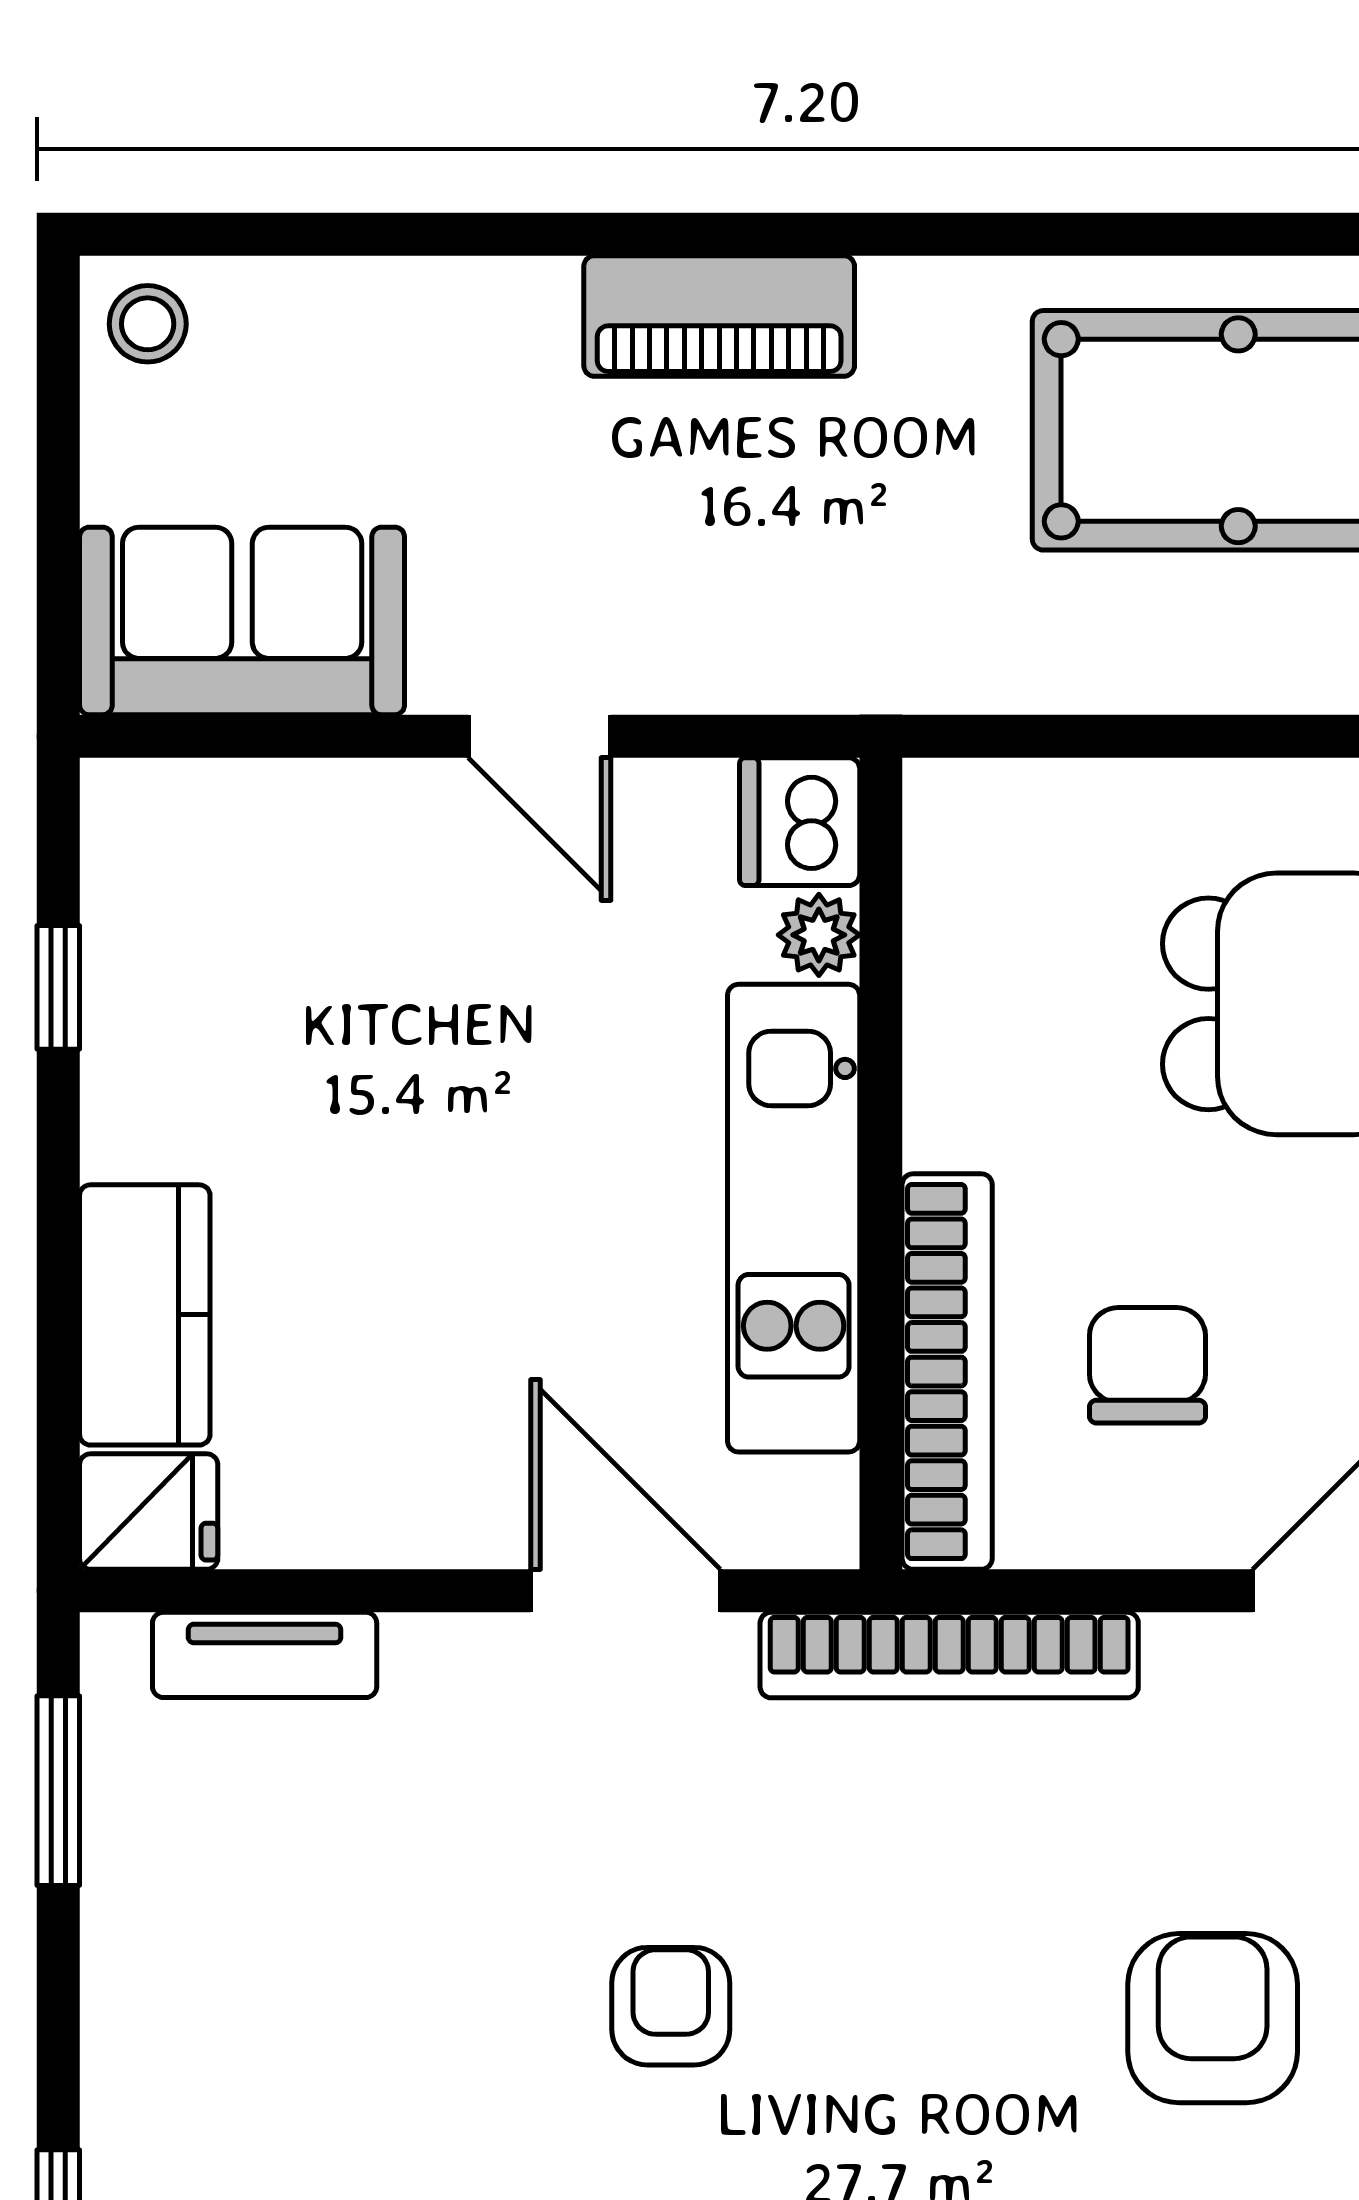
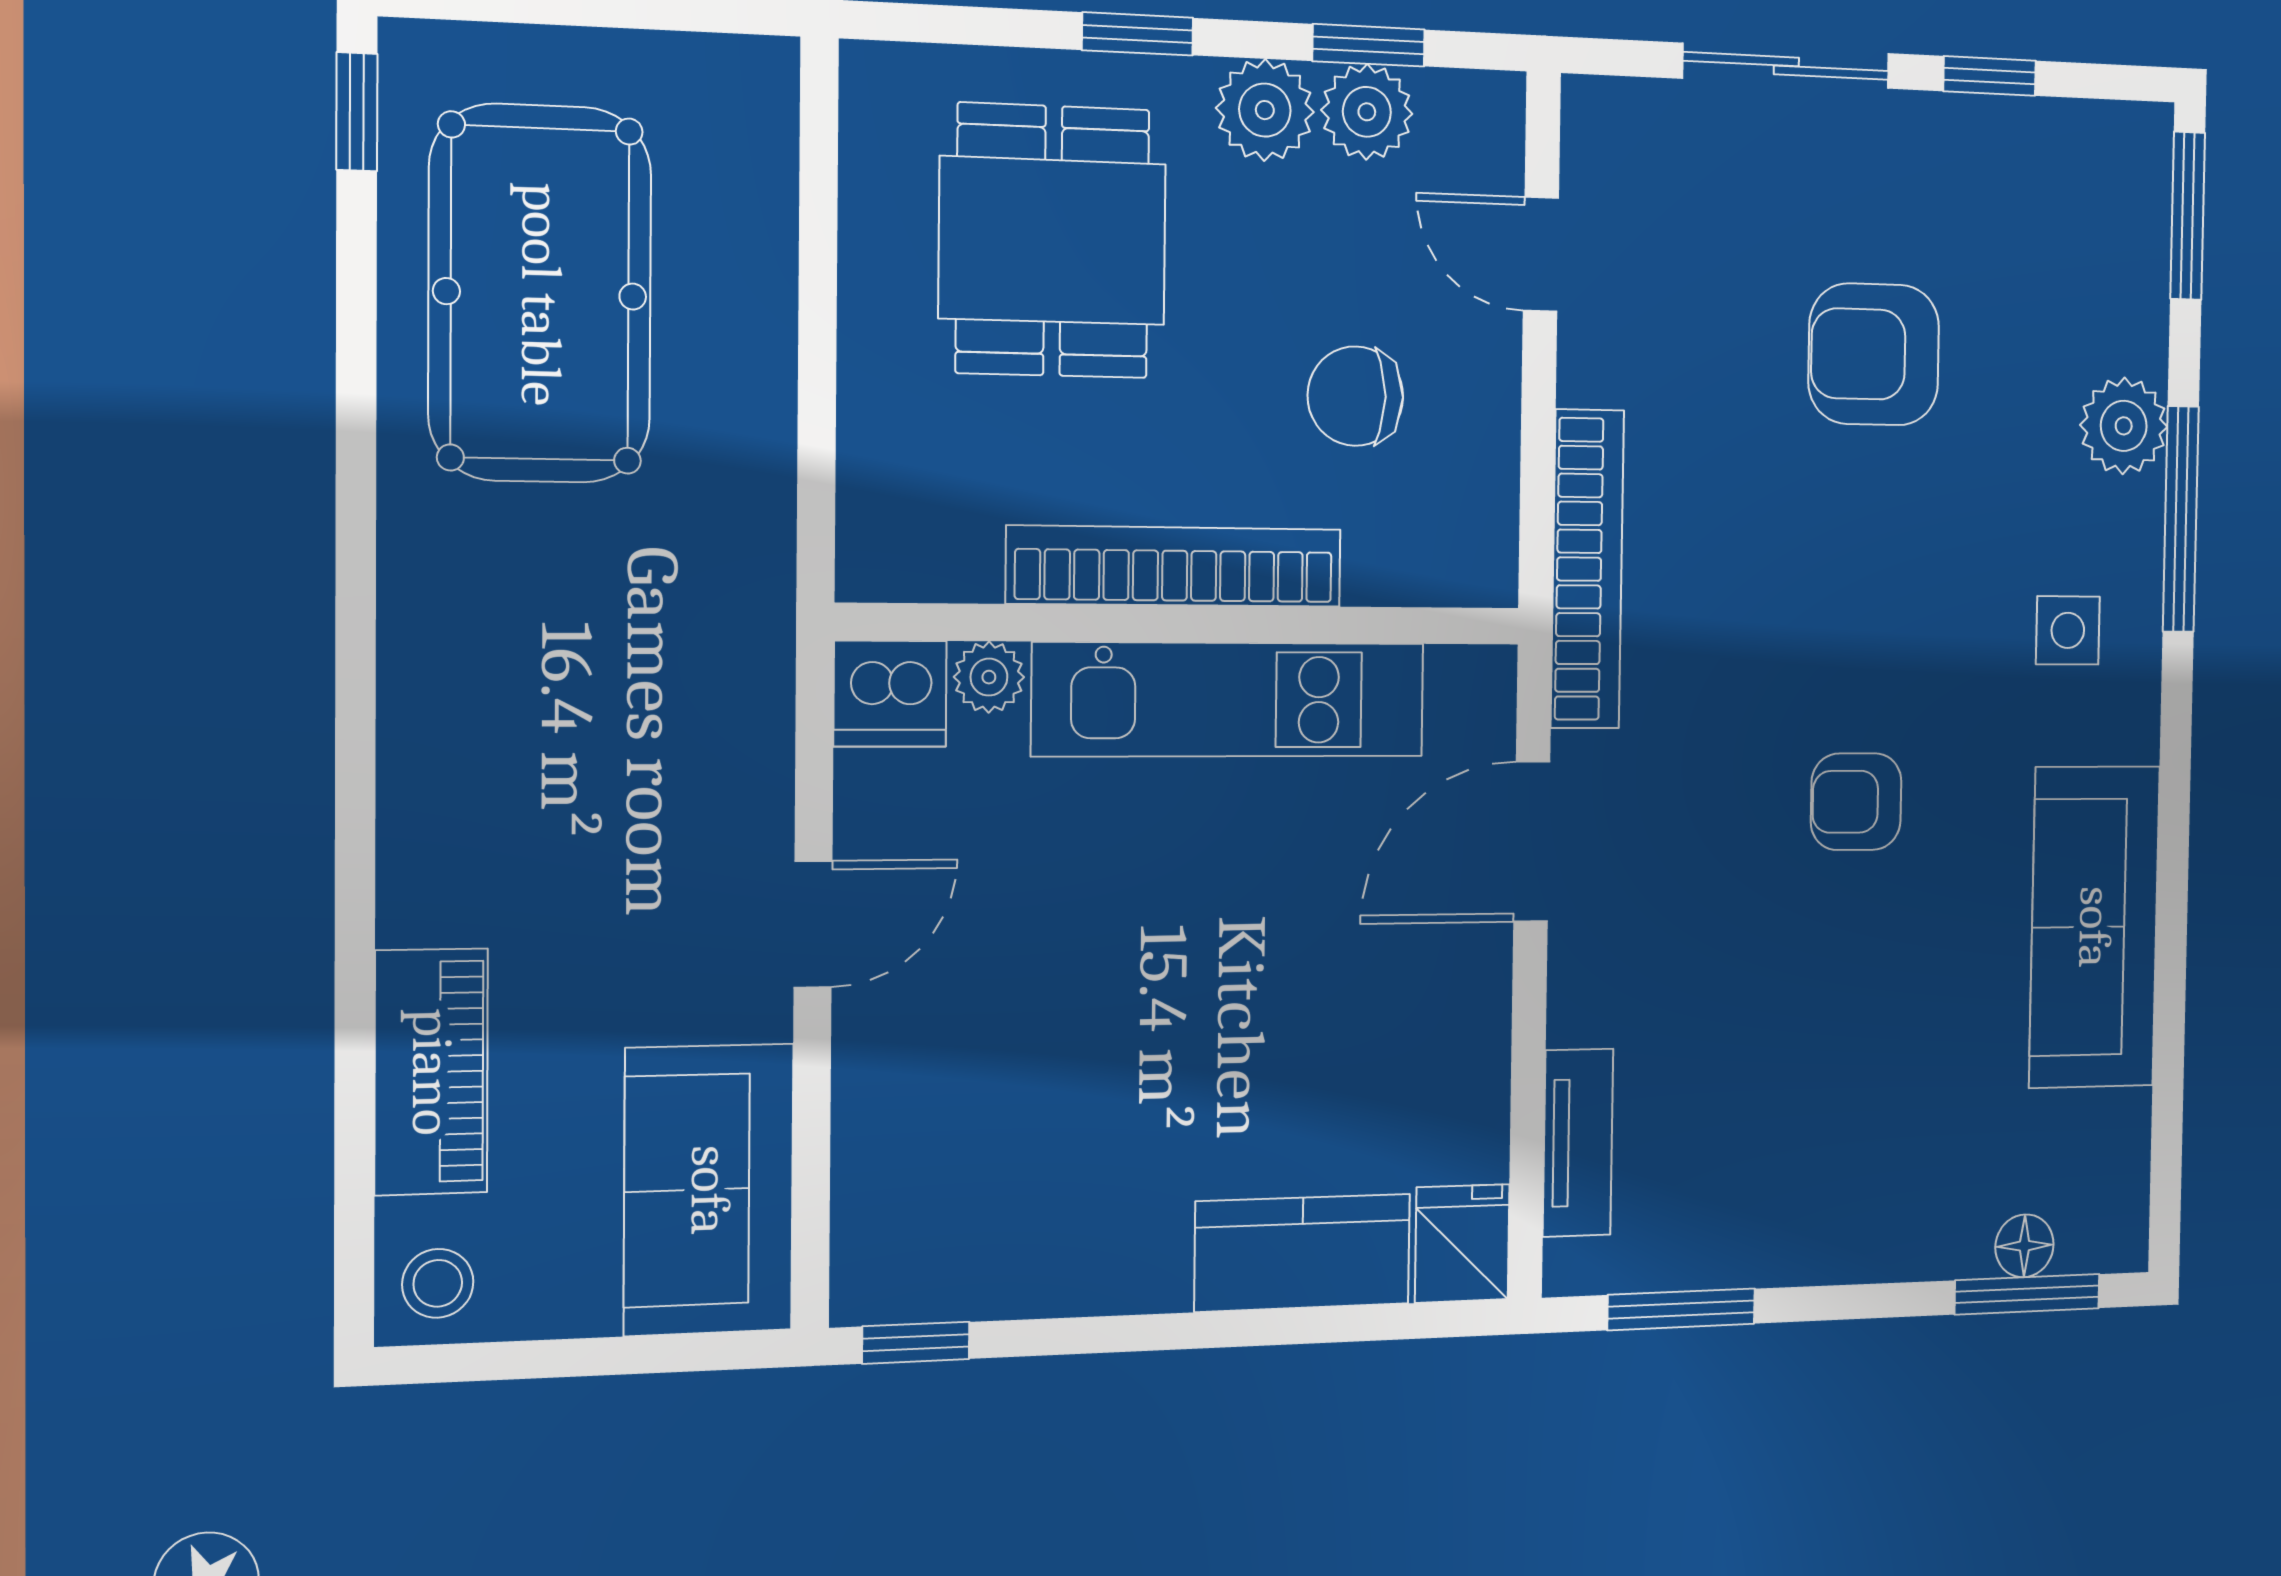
piano: (719, 316) -> (431, 1072), moved
window: (58, 987) -> (916, 1343), moved
bookcase: (947, 1372) -> (1175, 566), moved

